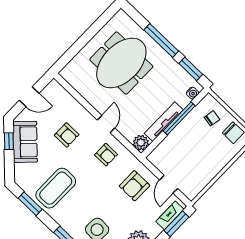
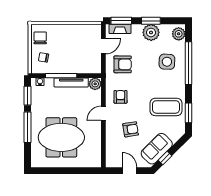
armchair: (67, 135) -> (131, 129), turned 81

